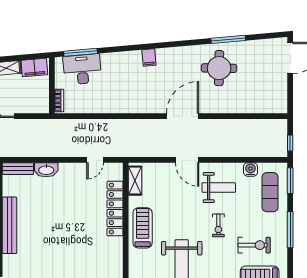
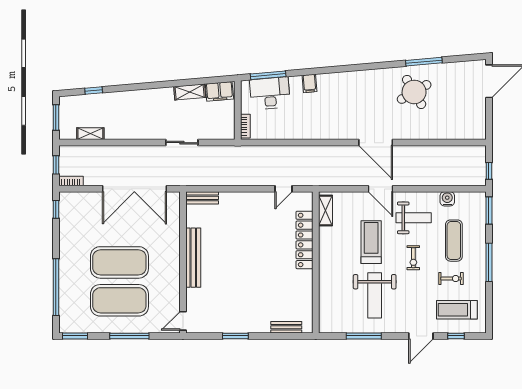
filing cabinet: (149, 58) -> (309, 83), moved
round table: (219, 68) -> (414, 92), turned -31
door: (183, 116) -> (376, 143), swing flipped
washbasin: (46, 170) -> (232, 199), removed
exercise mat: (270, 192) -> (454, 241), moved
treadmill: (143, 228) -> (371, 242), moved
exercise bike: (254, 245) -> (451, 279), width x0.73, depth x0.72

